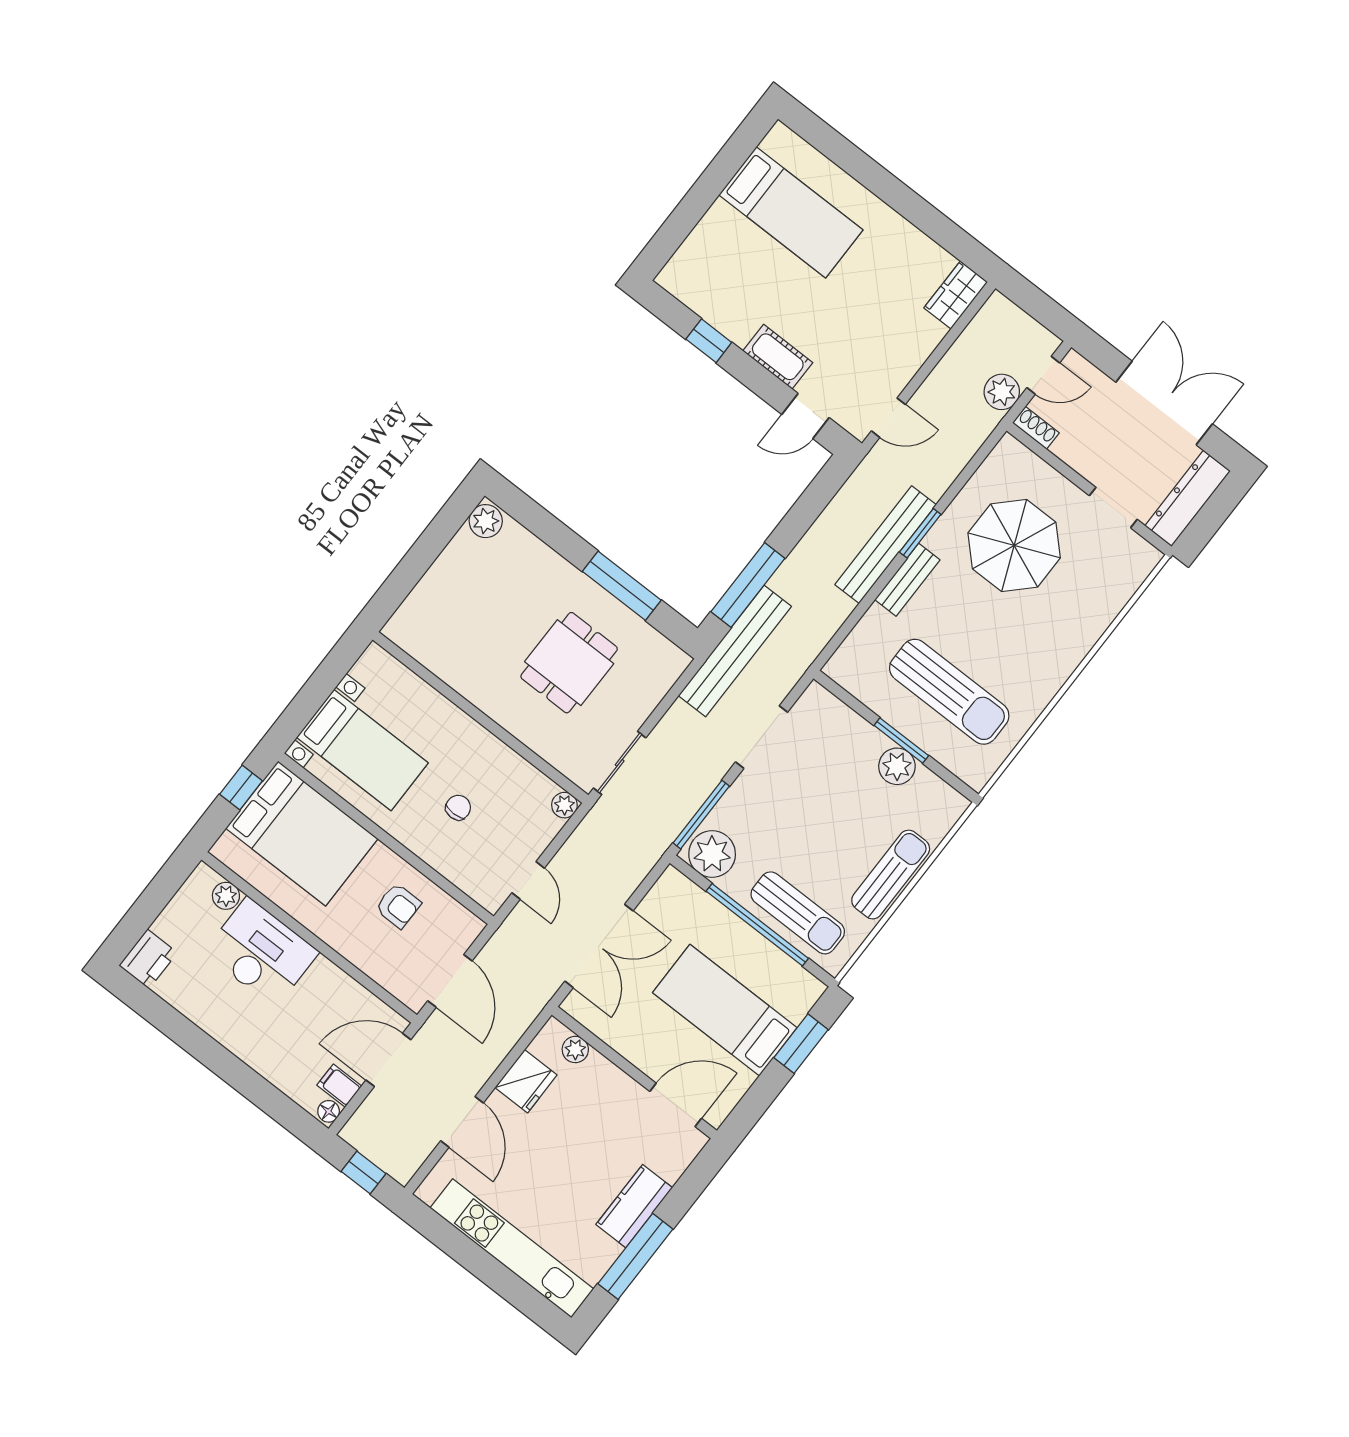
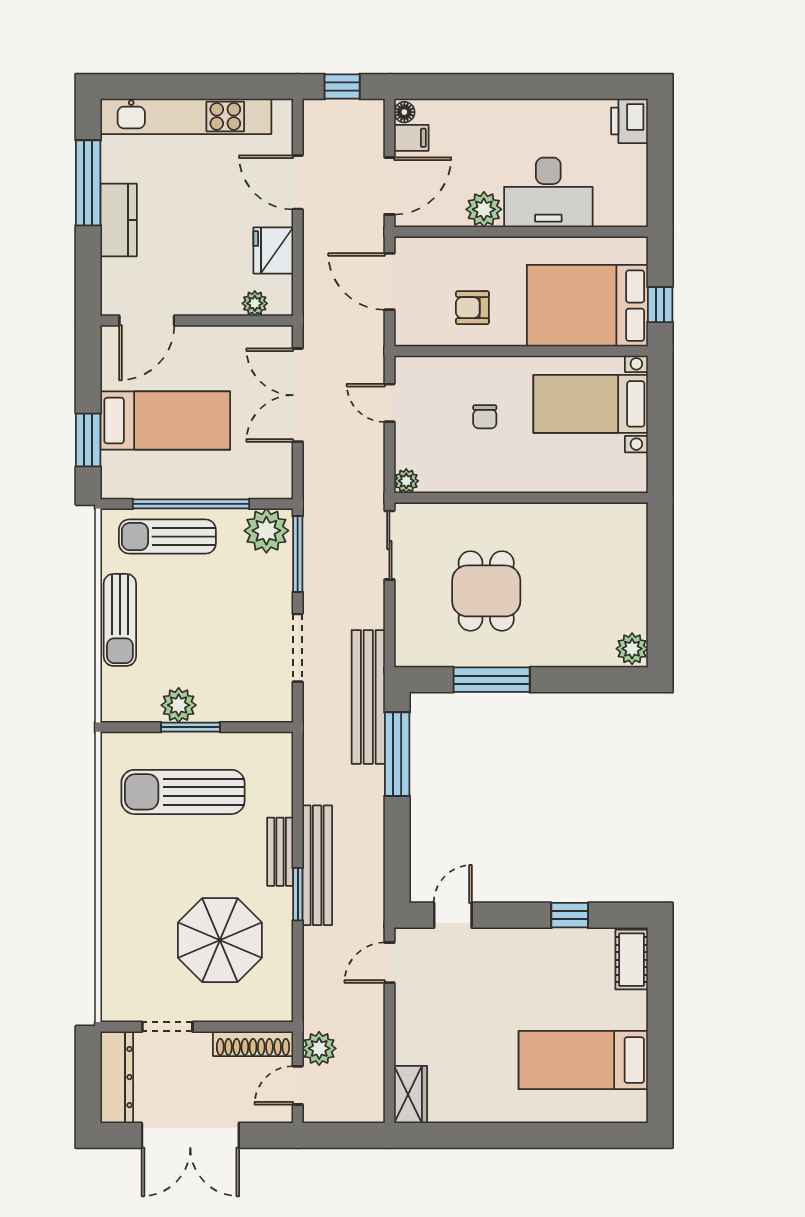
cot: (778, 357) -> (632, 960), moved, turned 90
shoe rack: (1036, 428) -> (253, 1044), width x1.94, depth x1.24
plant: (226, 896) -> (484, 209), moved, width x1.38, depth x1.38

